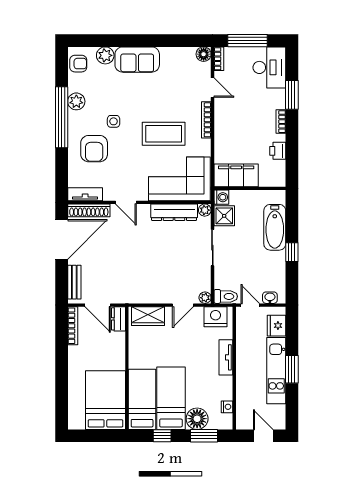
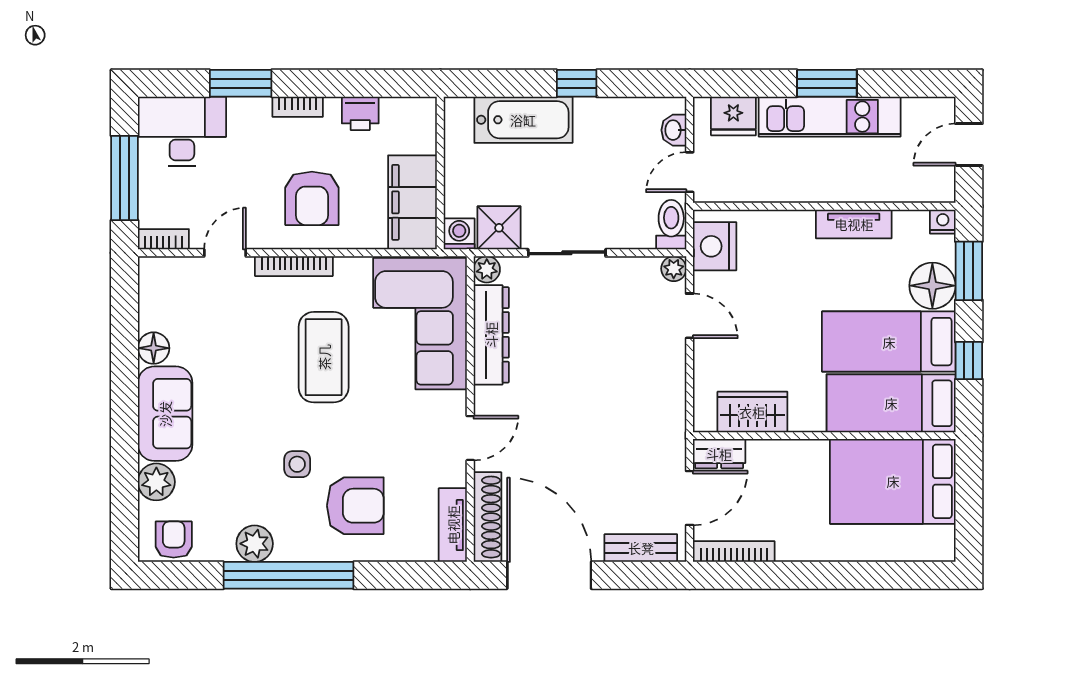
floor lamp: (204, 54) -> (154, 348), moved
armchair: (238, 128) -> (312, 198), added
wardrobe: (148, 316) -> (752, 412), moved, turned -90
tv unit: (226, 357) -> (854, 224), moved
nightstand: (227, 407) -> (943, 222), moved

